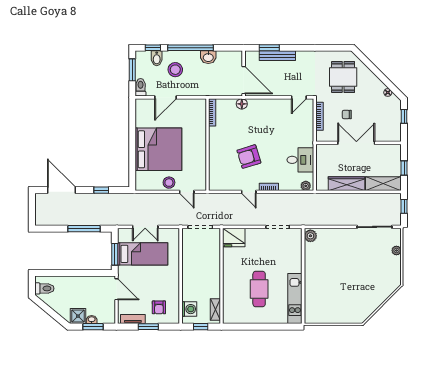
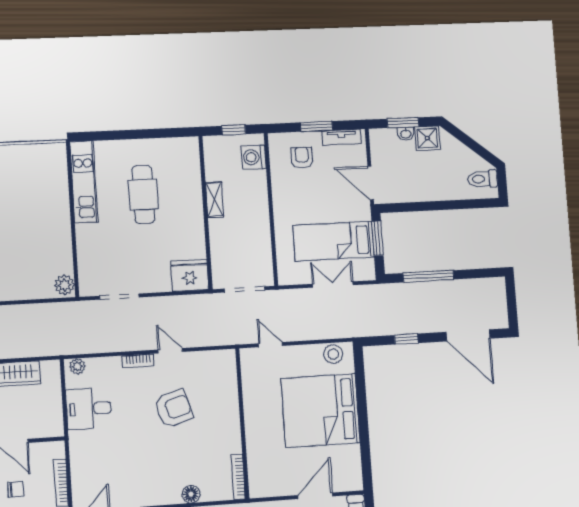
stool: (169, 183) -> (333, 354), moved
shelving: (215, 309) -> (214, 200), moved

